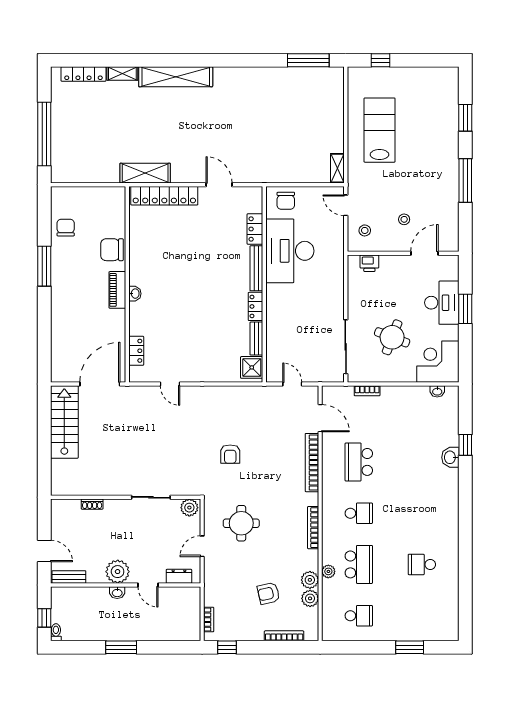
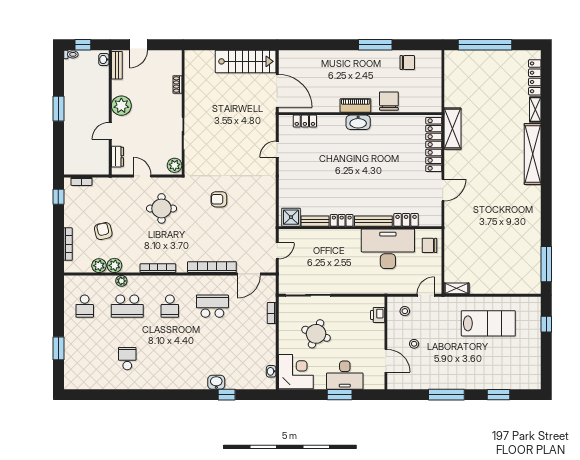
washbasin: (135, 294) -> (358, 122), width x1.91, depth x1.45
washbasin: (117, 593) -> (104, 60), moved

